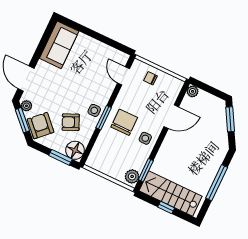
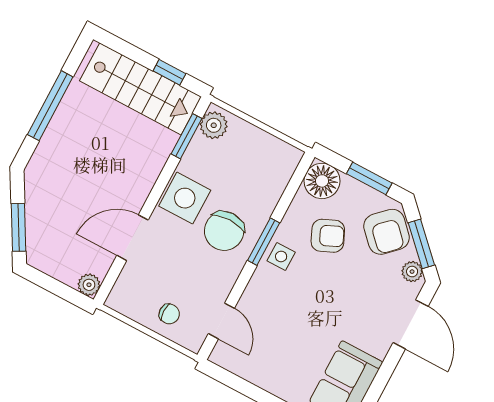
side table: (145, 138) -> (185, 198), width x1.87, depth x1.87
window: (61, 157) -> (369, 178), moved
window: (166, 207) -> (169, 72), moved

